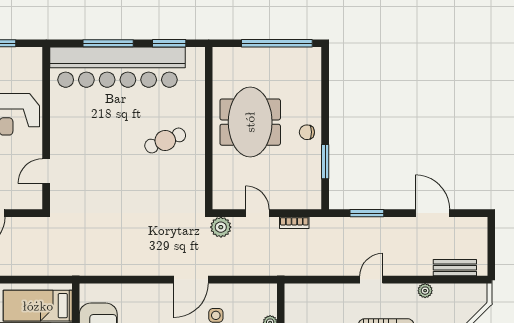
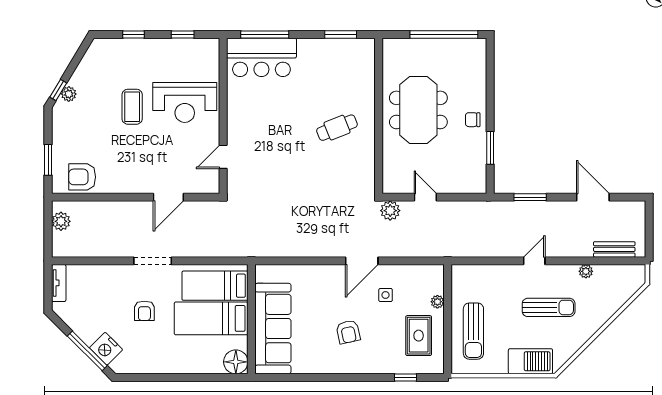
window: (108, 43) -> (265, 34), moved
bar counter: (118, 67) -> (261, 57), width x0.54
bookcase: (294, 223) -> (461, 206), removed

